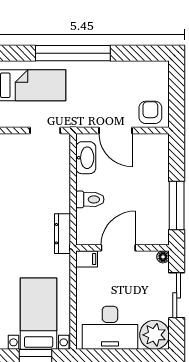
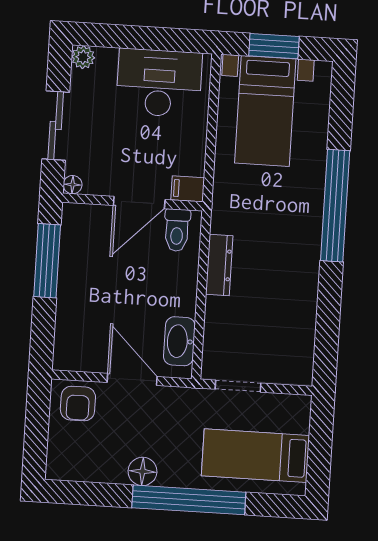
floor lamp: (105, 70) -> (143, 471), added
toilet: (90, 199) -> (177, 230), moved, turned -90
dresser: (63, 234) -> (219, 265), moved
plant: (154, 335) -> (83, 57), width x0.53, depth x0.53

